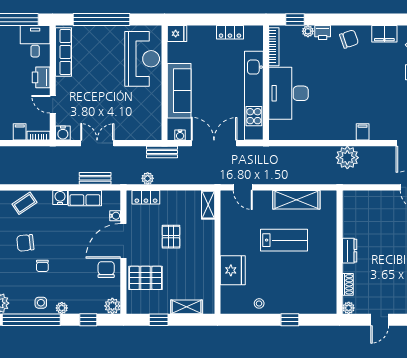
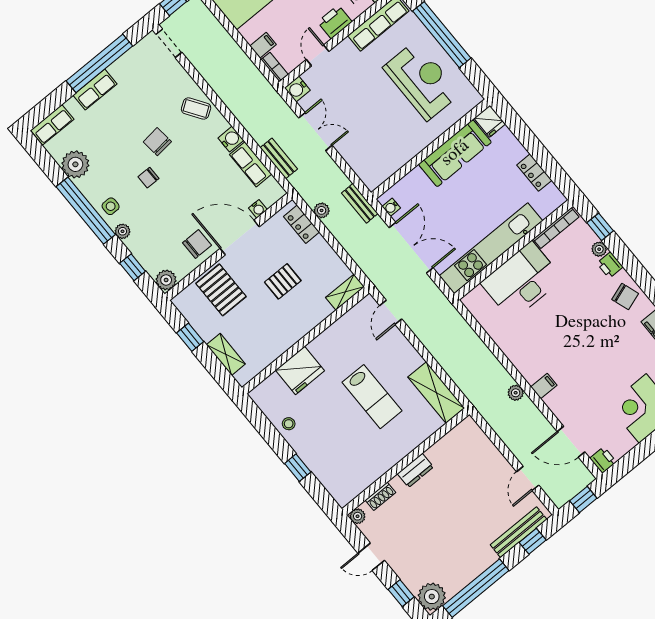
reception desk: (142, 59) -> (422, 81), moved, turned -90
sofa: (179, 91) -> (455, 153), moved
plant: (347, 158) -> (516, 393), width x0.53, depth x0.53
shelving: (296, 200) -> (436, 392), moved

